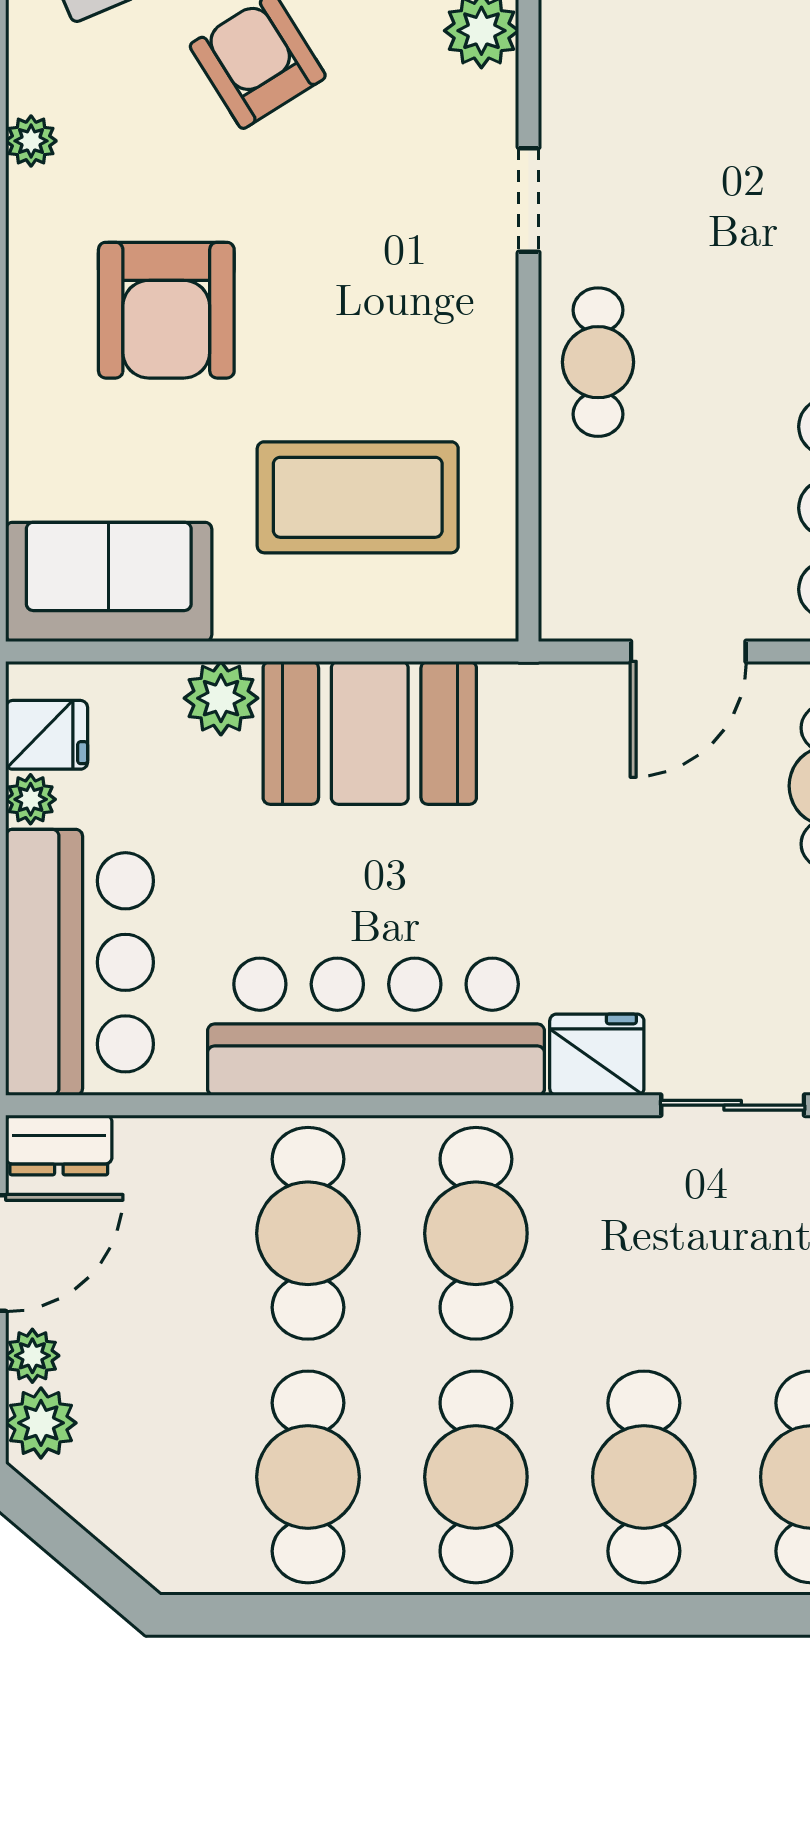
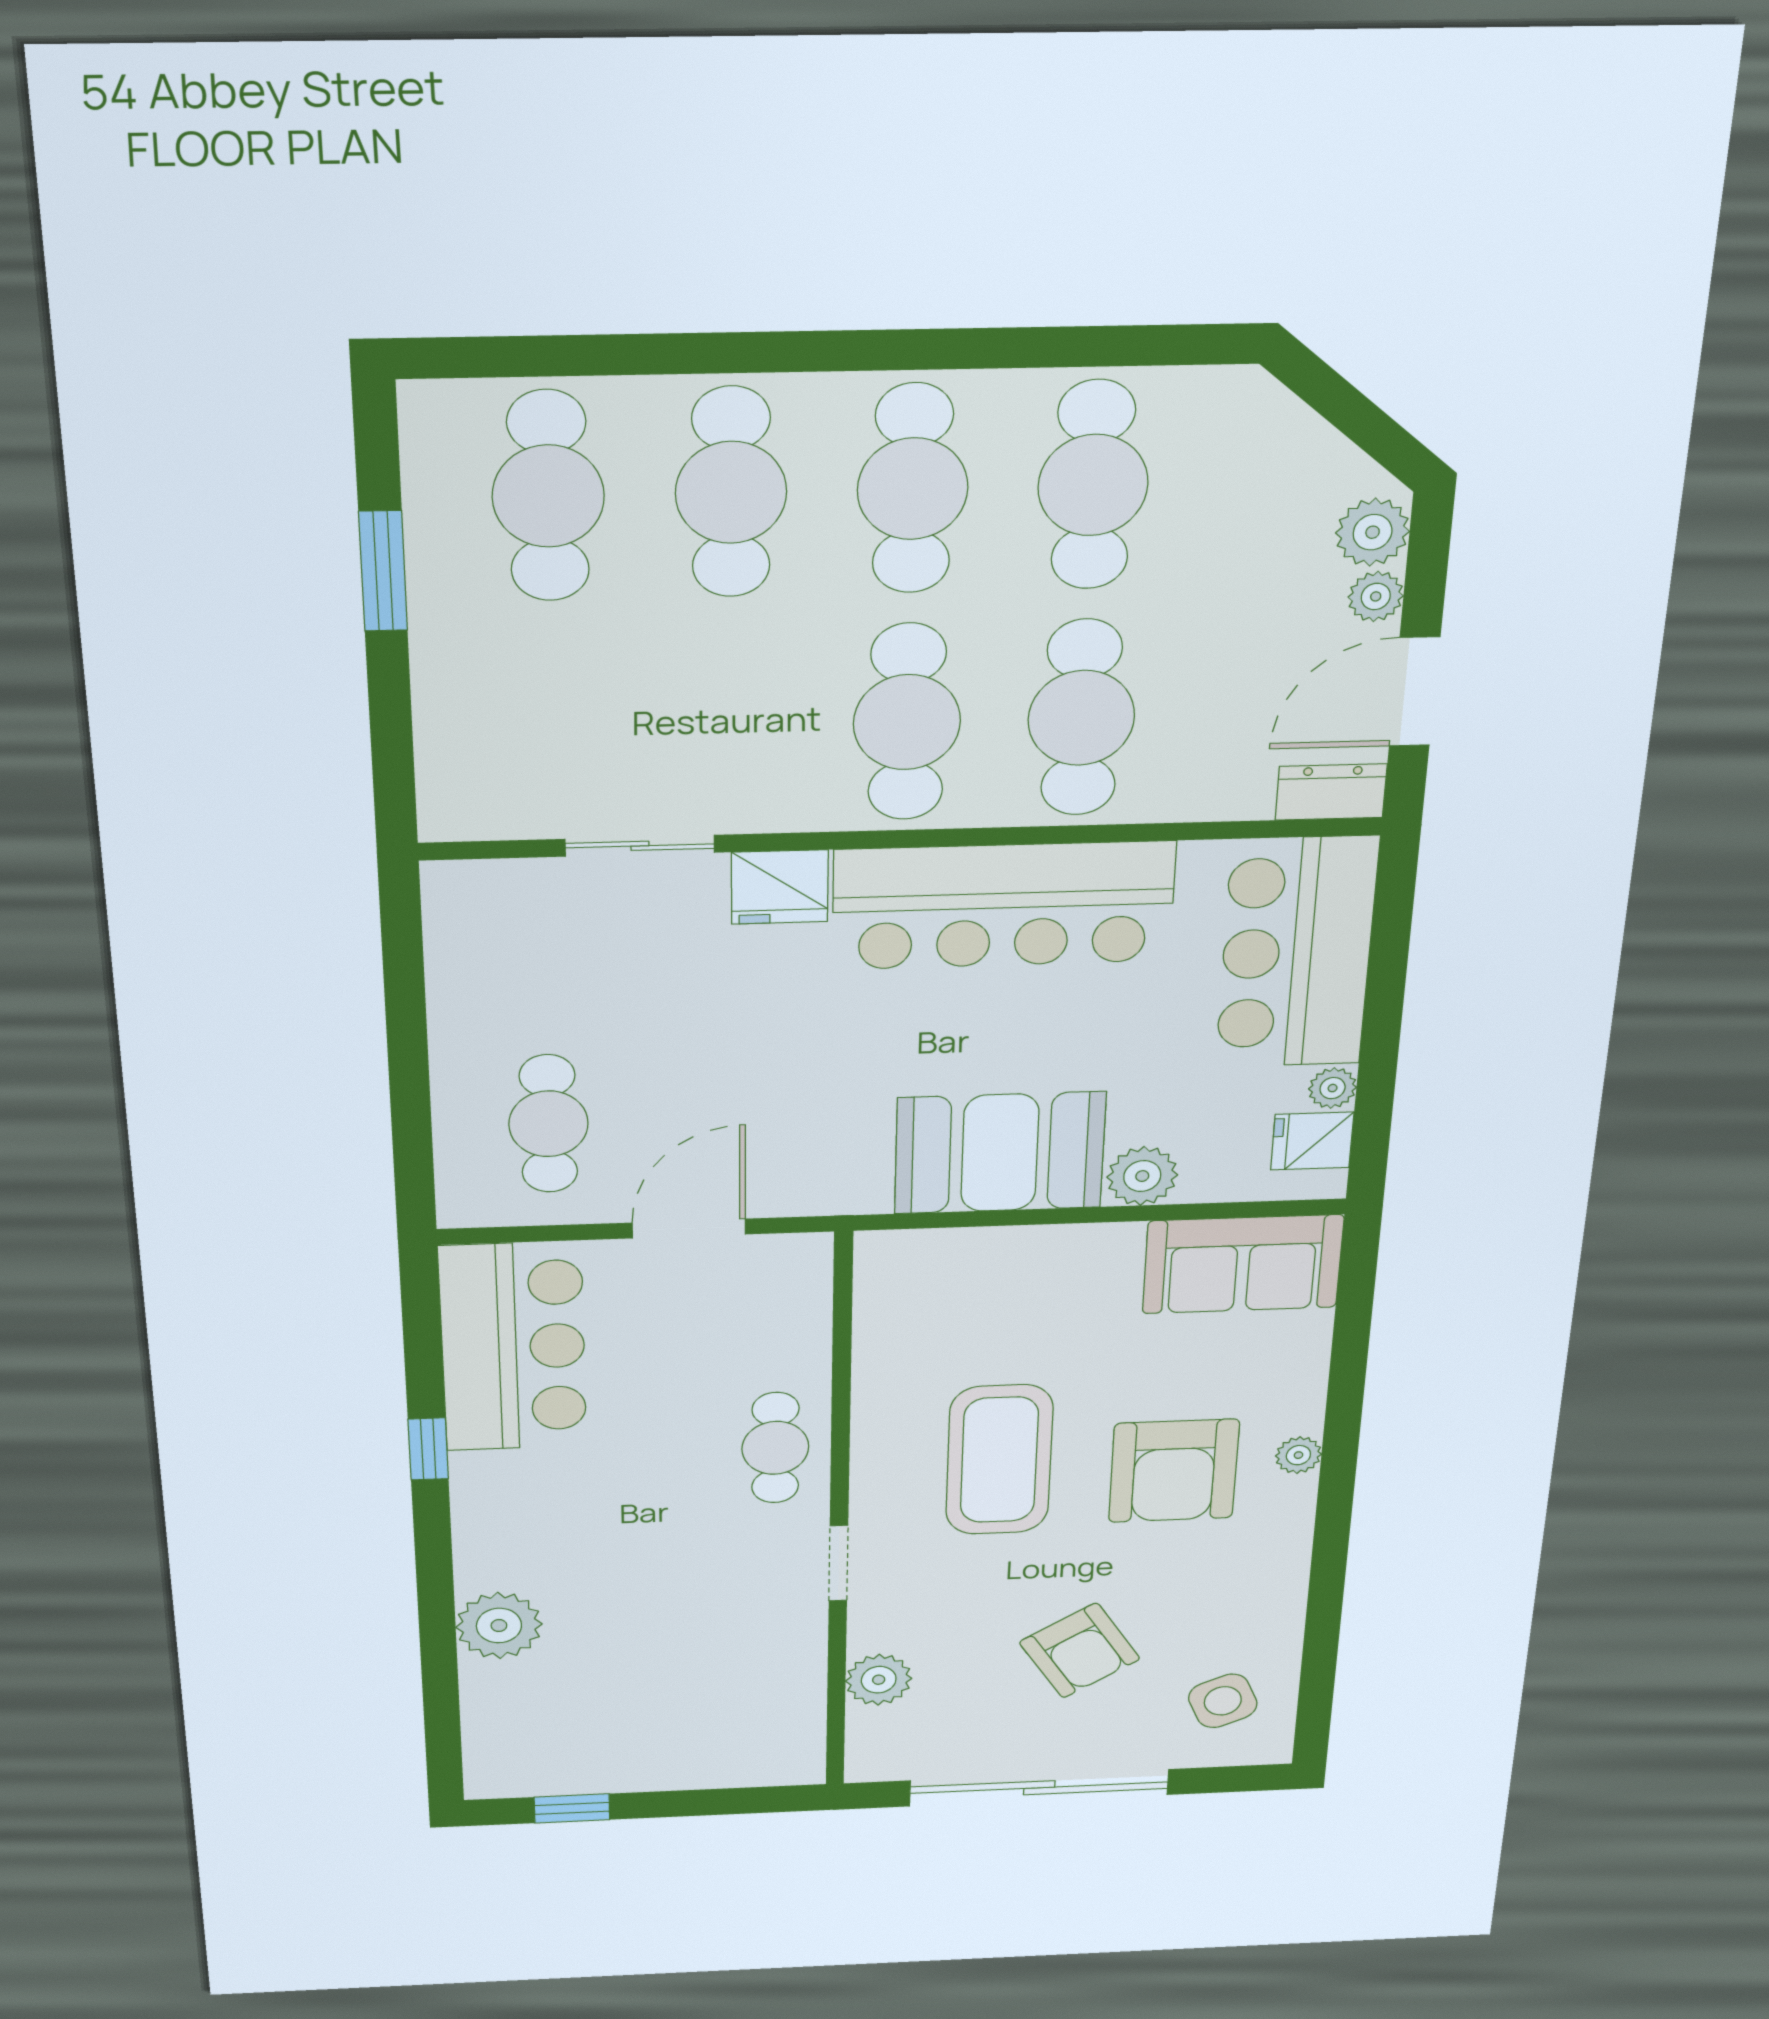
plant: (31, 141) -> (1298, 1455), moved
armchair: (166, 310) -> (1174, 1471), turned 180
coffee table: (358, 497) -> (999, 1460), moved, turned 90

